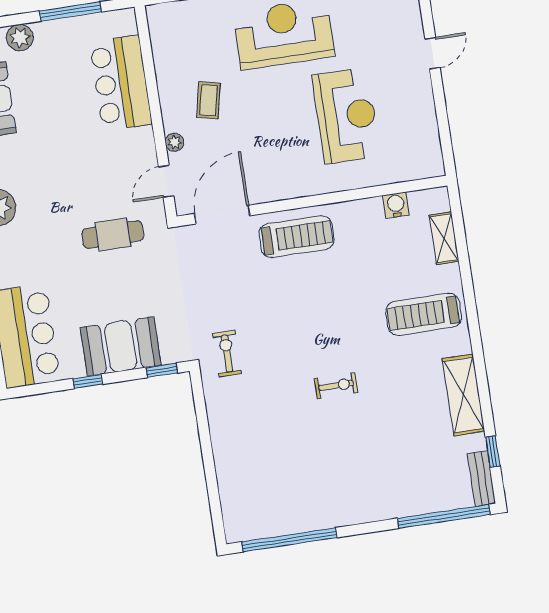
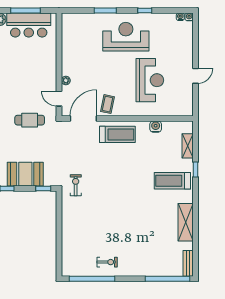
door: (432, 53) -> (195, 76), moved
bar counter: (121, 83) -> (29, 25), moved, turned -90
coffee table: (208, 100) -> (107, 104), moved
door: (166, 181) -> (59, 99), hinge flipped
water cooler: (396, 205) -> (156, 127), moved
exercise bike: (336, 385) -> (107, 262), moved
window: (493, 451) -> (195, 170), moved

